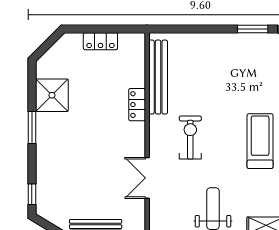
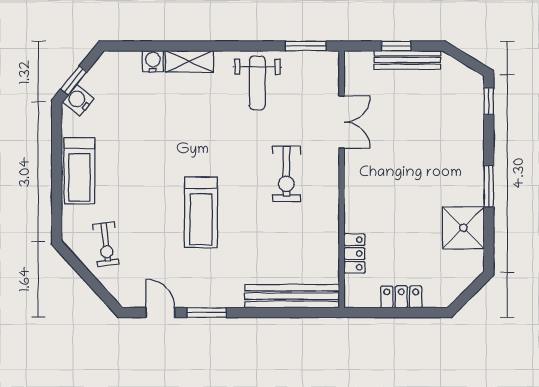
bench: (158, 77) -> (292, 296), moved, turned 90
locker: (137, 105) -> (354, 254), moved
treadmill: (260, 141) -> (201, 212), moved

